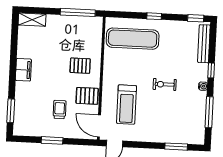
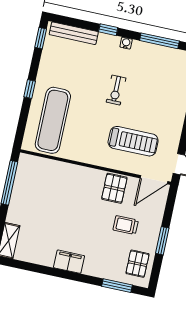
pallet: (80, 66) -> (137, 264), moved

